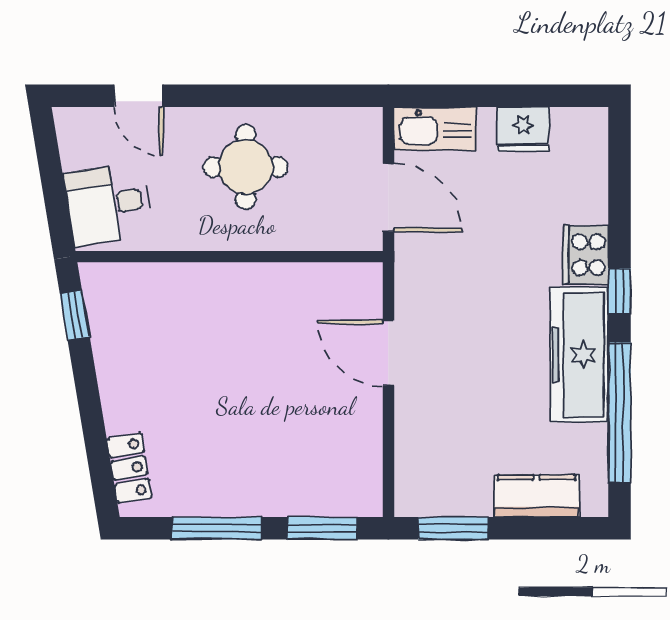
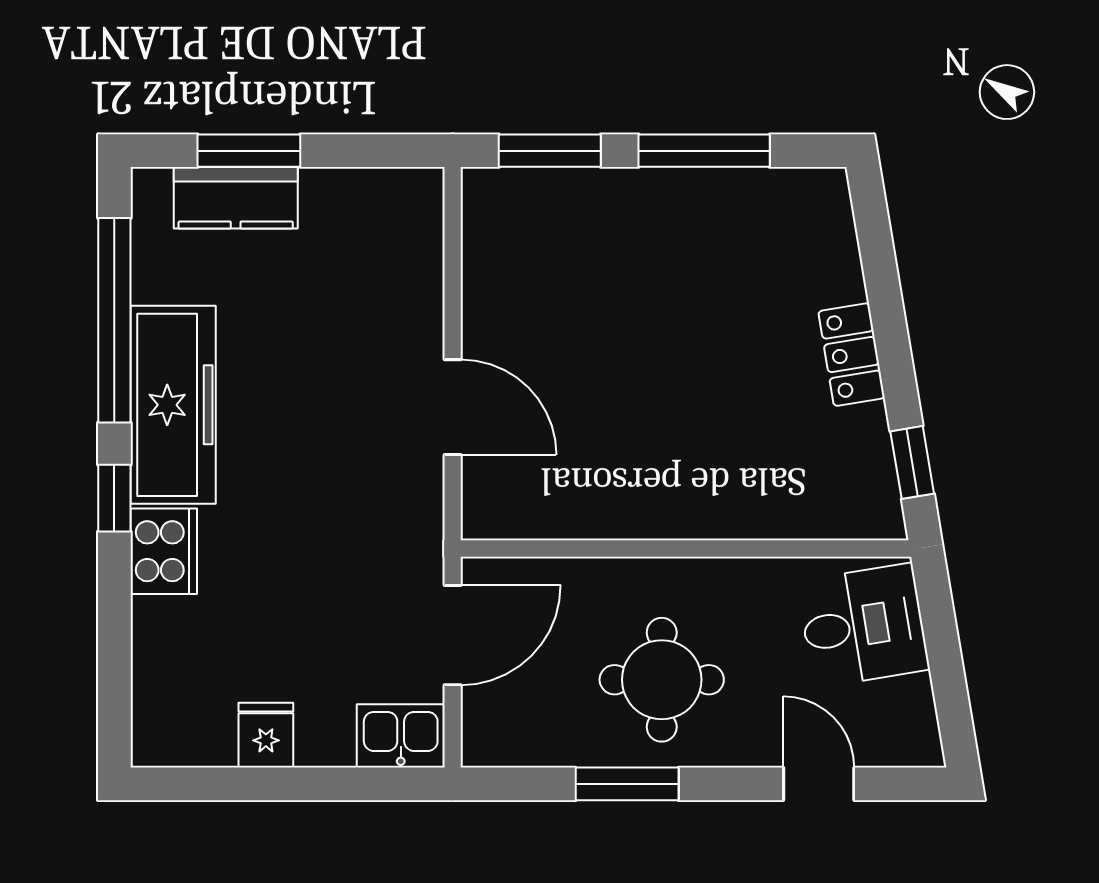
window: (269, 96) -> (627, 784), added
kitchen sink: (435, 129) -> (401, 736), width x0.73
fridge: (523, 129) -> (266, 735), width x0.72
door: (388, 197) -> (453, 635), swing flipped
locker: (129, 468) -> (852, 355), moved
window: (453, 528) -> (249, 151), moved

